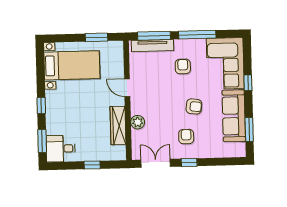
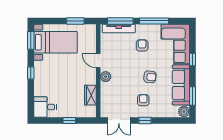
plant: (138, 122) -> (106, 77), moved
wardrobe: (118, 125) -> (90, 95), width x0.67
window: (42, 141) -> (31, 40), moved
plant: (239, 150) -> (184, 112), added
double door: (156, 163) -> (119, 120), swing flipped

